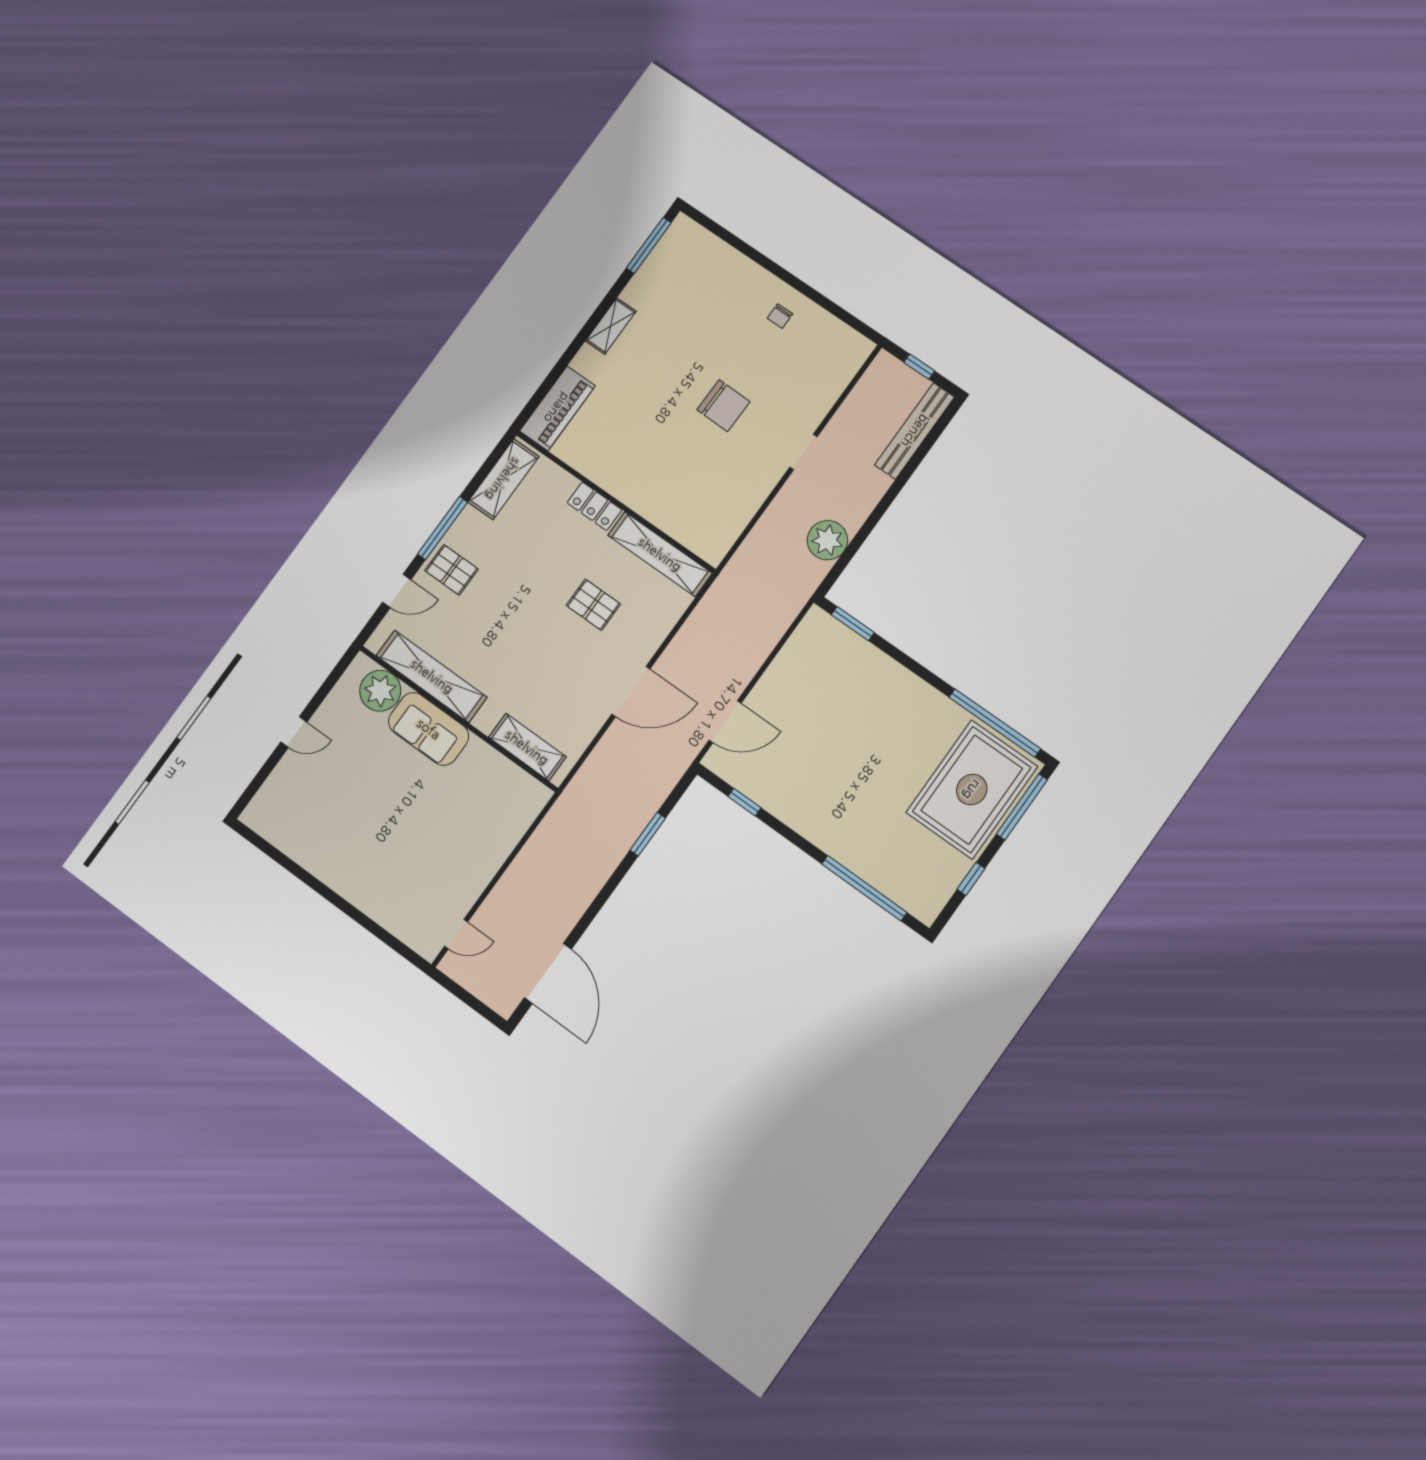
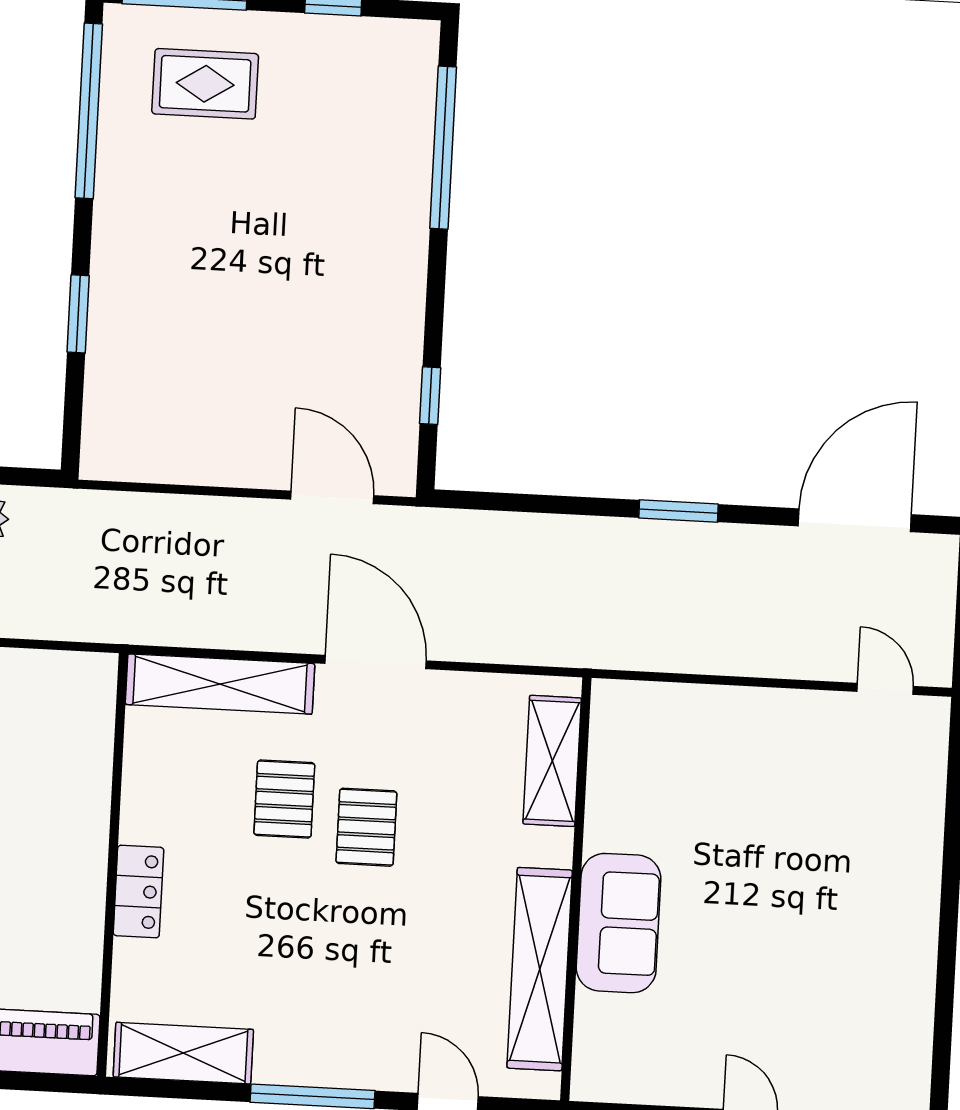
shelving: (660, 554) -> (220, 684), moved, turned 90
pallet: (451, 570) -> (366, 827), moved
window: (853, 624) -> (78, 314), moved
plant: (380, 691) -> (609, 1031), removed
rug: (972, 790) -> (205, 84), width x0.54, depth x0.49
window: (648, 834) -> (678, 511), moved

